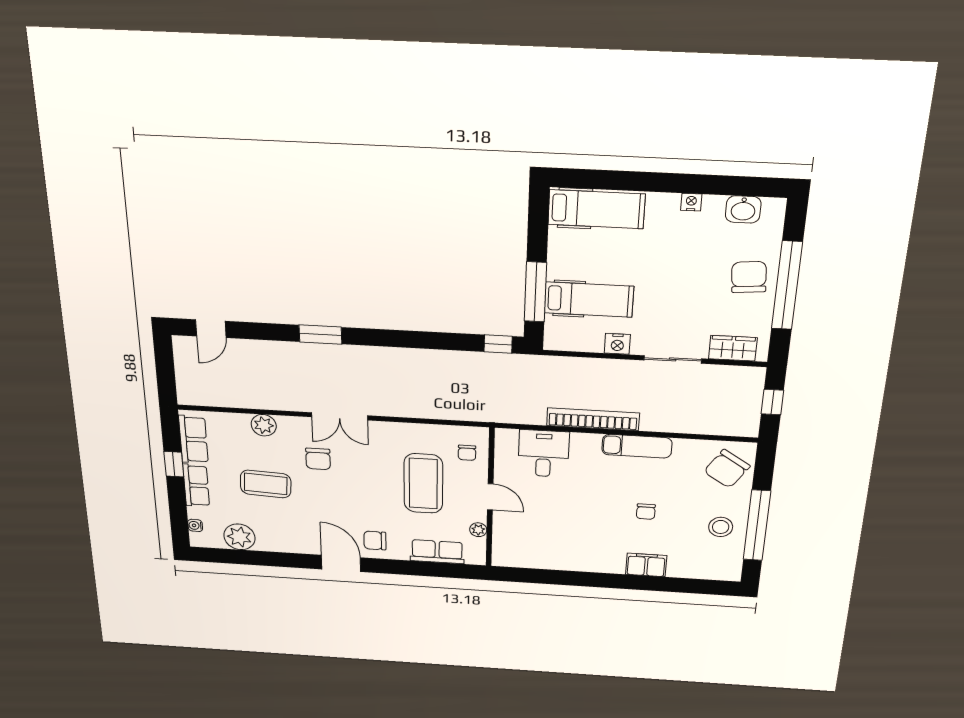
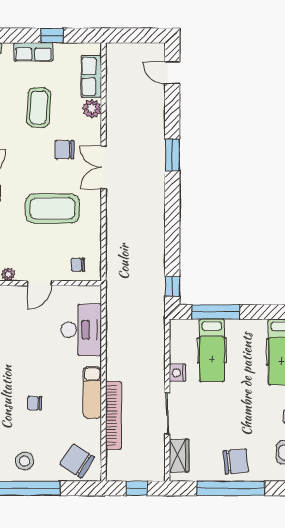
bookcase: (593, 419) -> (113, 415), moved
row of seats: (193, 439) -> (91, 76), moved, turned 90
desk: (543, 453) -> (81, 330), width x1.37
coffee table: (423, 484) -> (52, 209), moved

